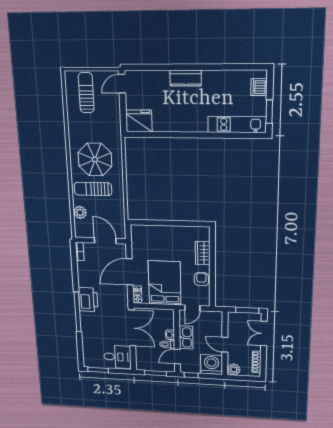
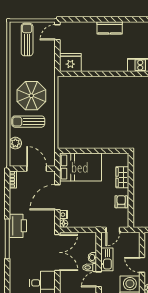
bed: (165, 283) -> (80, 167), moved, turned 90

